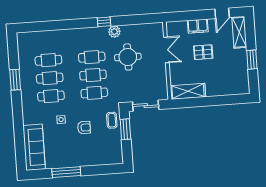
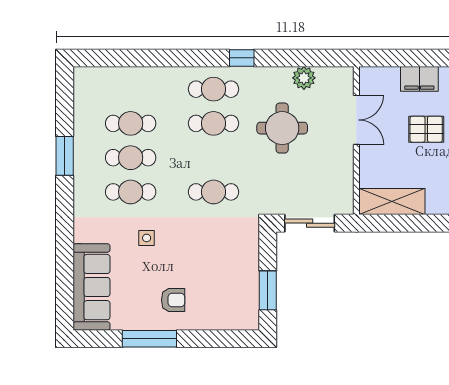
plant: (114, 32) -> (304, 78), moved
cafe table: (93, 75) -> (213, 89), moved
coffee table: (112, 120) -> (243, 246), removed
armchair: (84, 128) -> (173, 300), moved
window: (125, 129) -> (268, 290), moved

